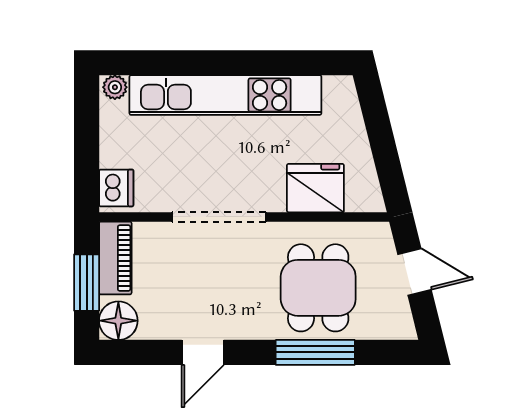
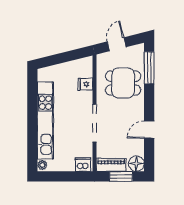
fridge: (315, 188) -> (85, 84), width x0.53, depth x0.75
door: (203, 352) -> (149, 130), swing flipped
window: (315, 352) -> (149, 68), moved

